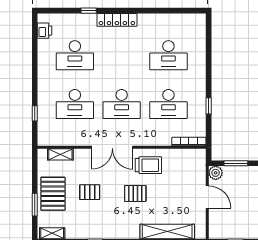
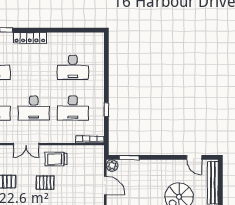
double door: (112, 147) -> (26, 144), width x0.73
trolley: (148, 165) -> (56, 159), turned 180

